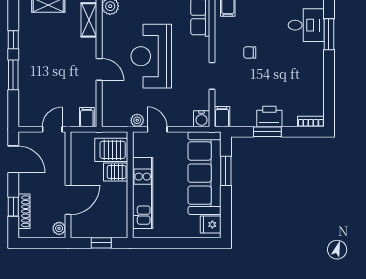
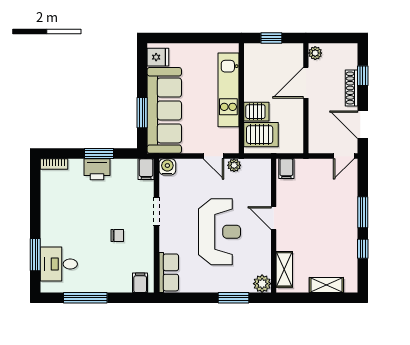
door: (52, 129) -> (344, 156), moved
shoe rack: (24, 211) -> (352, 88), moved

